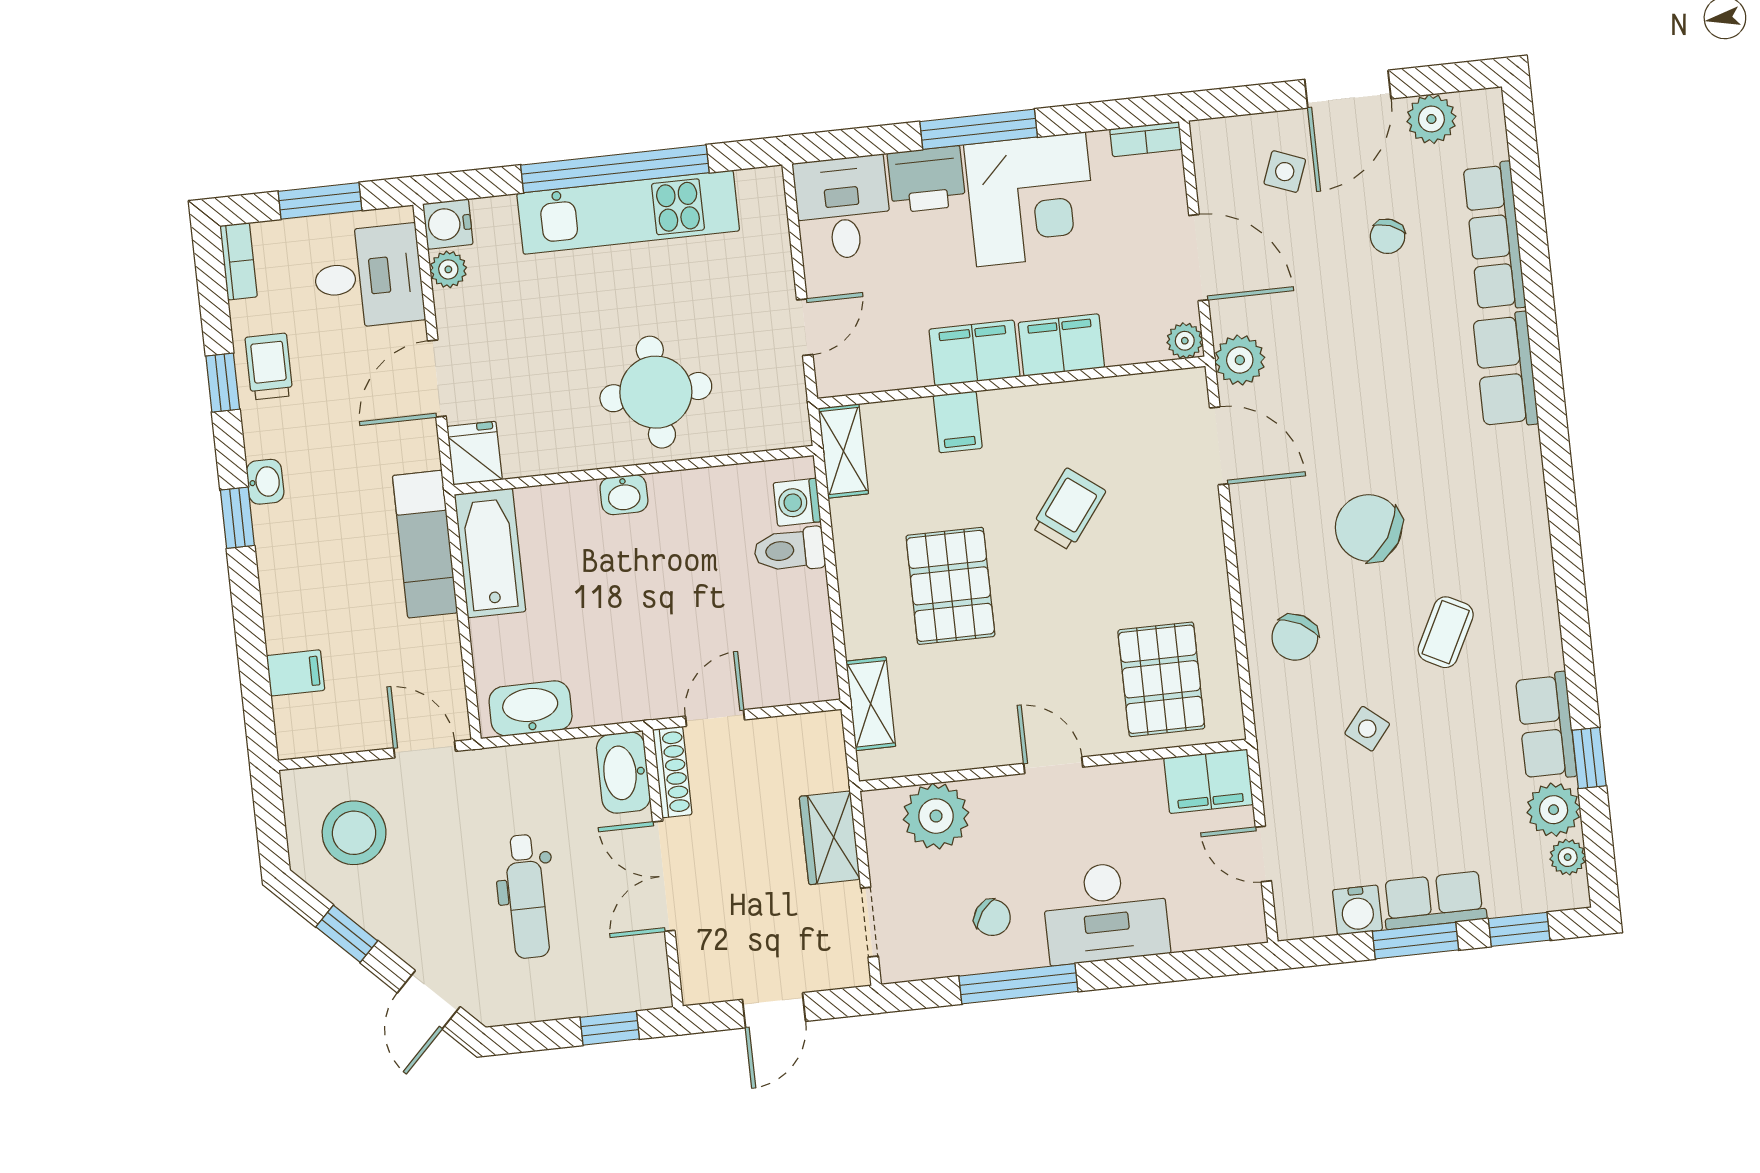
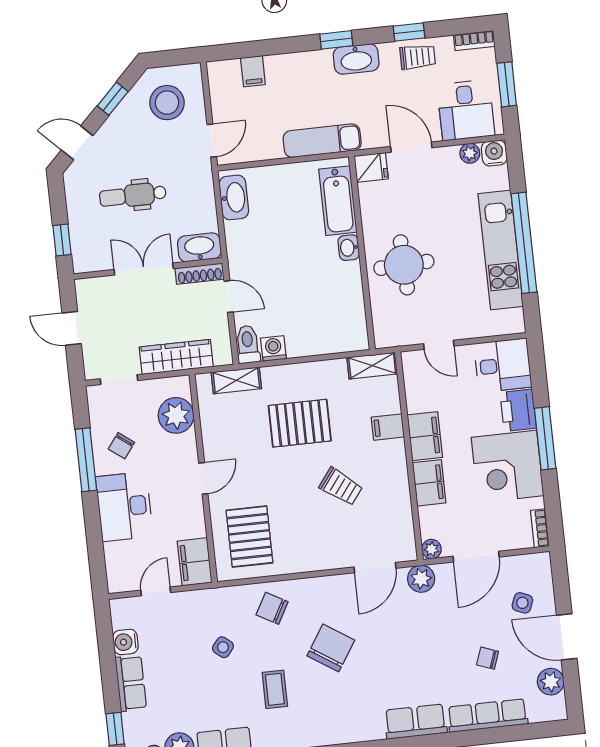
washbasin: (265, 482) -> (356, 59), width x1.91, depth x1.45
washing machine: (797, 502) -> (273, 348), moved
toilet: (789, 550) -> (248, 344), moved
bathtub: (490, 553) -> (338, 201), moved, turned 90
coffee table: (1446, 632) -> (275, 689), turned 63
pallet: (1161, 679) -> (249, 537), turned 90
wardrobe: (830, 838) -> (176, 357), width x1.50
window: (1416, 941) -> (109, 673), removed

